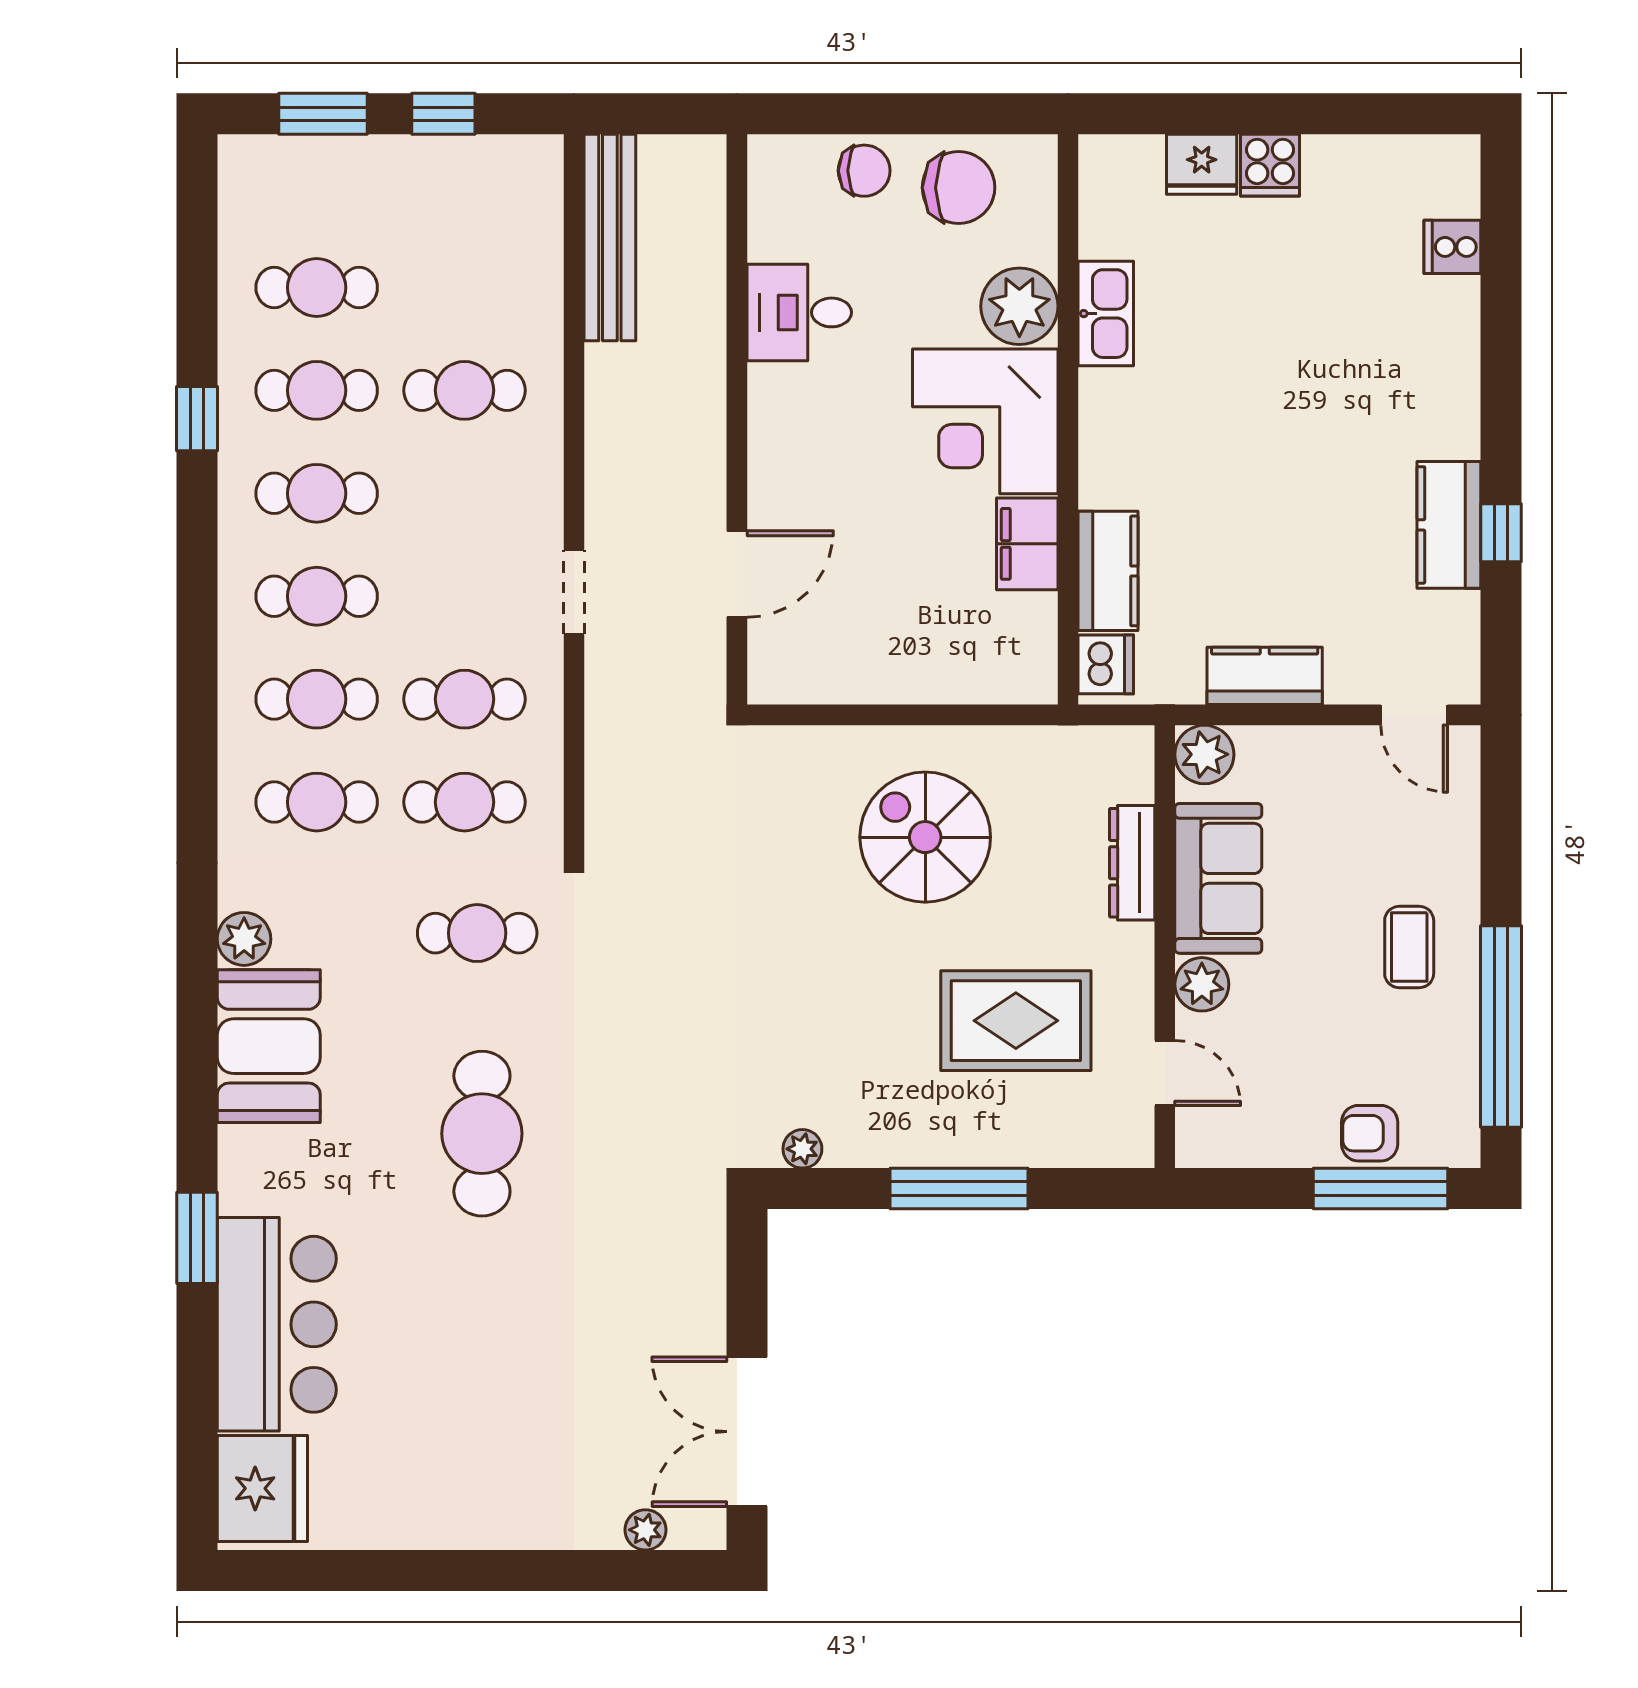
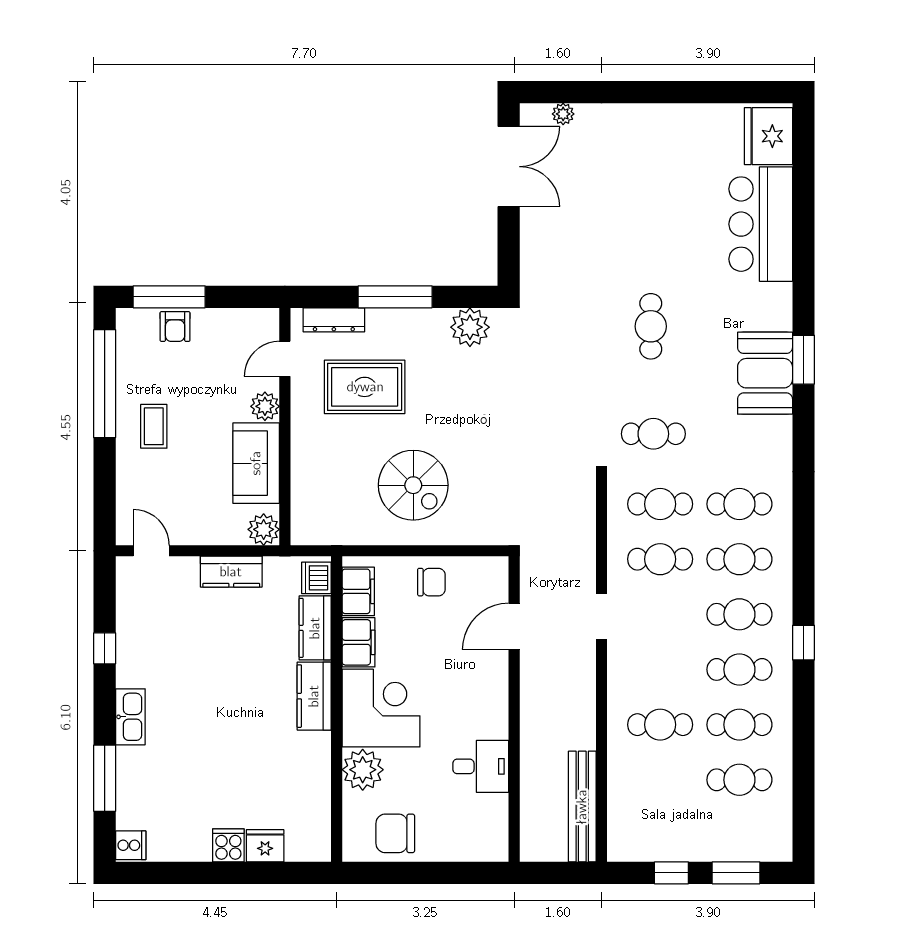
chair: (864, 171) -> (431, 582), moved, turned 180
cooker: (1452, 247) -> (131, 845), moved
window: (1501, 290) -> (105, 778), added
kitchen sink: (1106, 314) -> (130, 717), moved, turned 180
window: (197, 419) -> (803, 643), moved
kitchen counter: (1449, 525) -> (314, 696), moved, turned 180
filing cabinet: (1028, 639) -> (358, 591), added
dresser: (1132, 863) -> (334, 320), moved, turned 90
plant: (244, 939) -> (778, 431), removed
door: (1165, 1073) -> (285, 359), hinge flipped
armchair: (1370, 1133) -> (175, 327), turned 90
cafe table: (482, 1134) -> (651, 326), width x0.73, depth x0.74
plant: (802, 1149) -> (470, 327), width x1.88, depth x1.88
window: (197, 1238) -> (803, 360), moved

